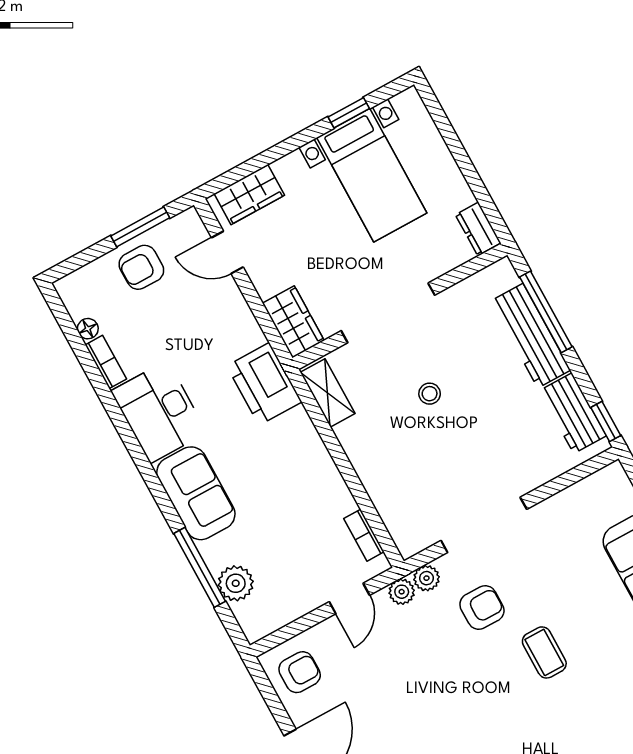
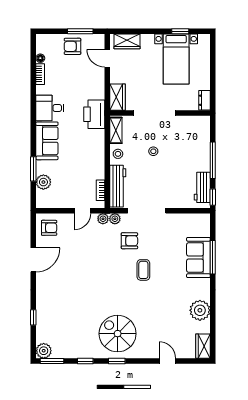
window: (546, 312) -> (213, 160), moved
workbench: (530, 336) -> (118, 186), moved, turned 180
desk: (159, 412) -> (50, 108), width x0.73
stool: (359, 439) -> (118, 154), added
window: (200, 567) -> (33, 169), width x0.69

